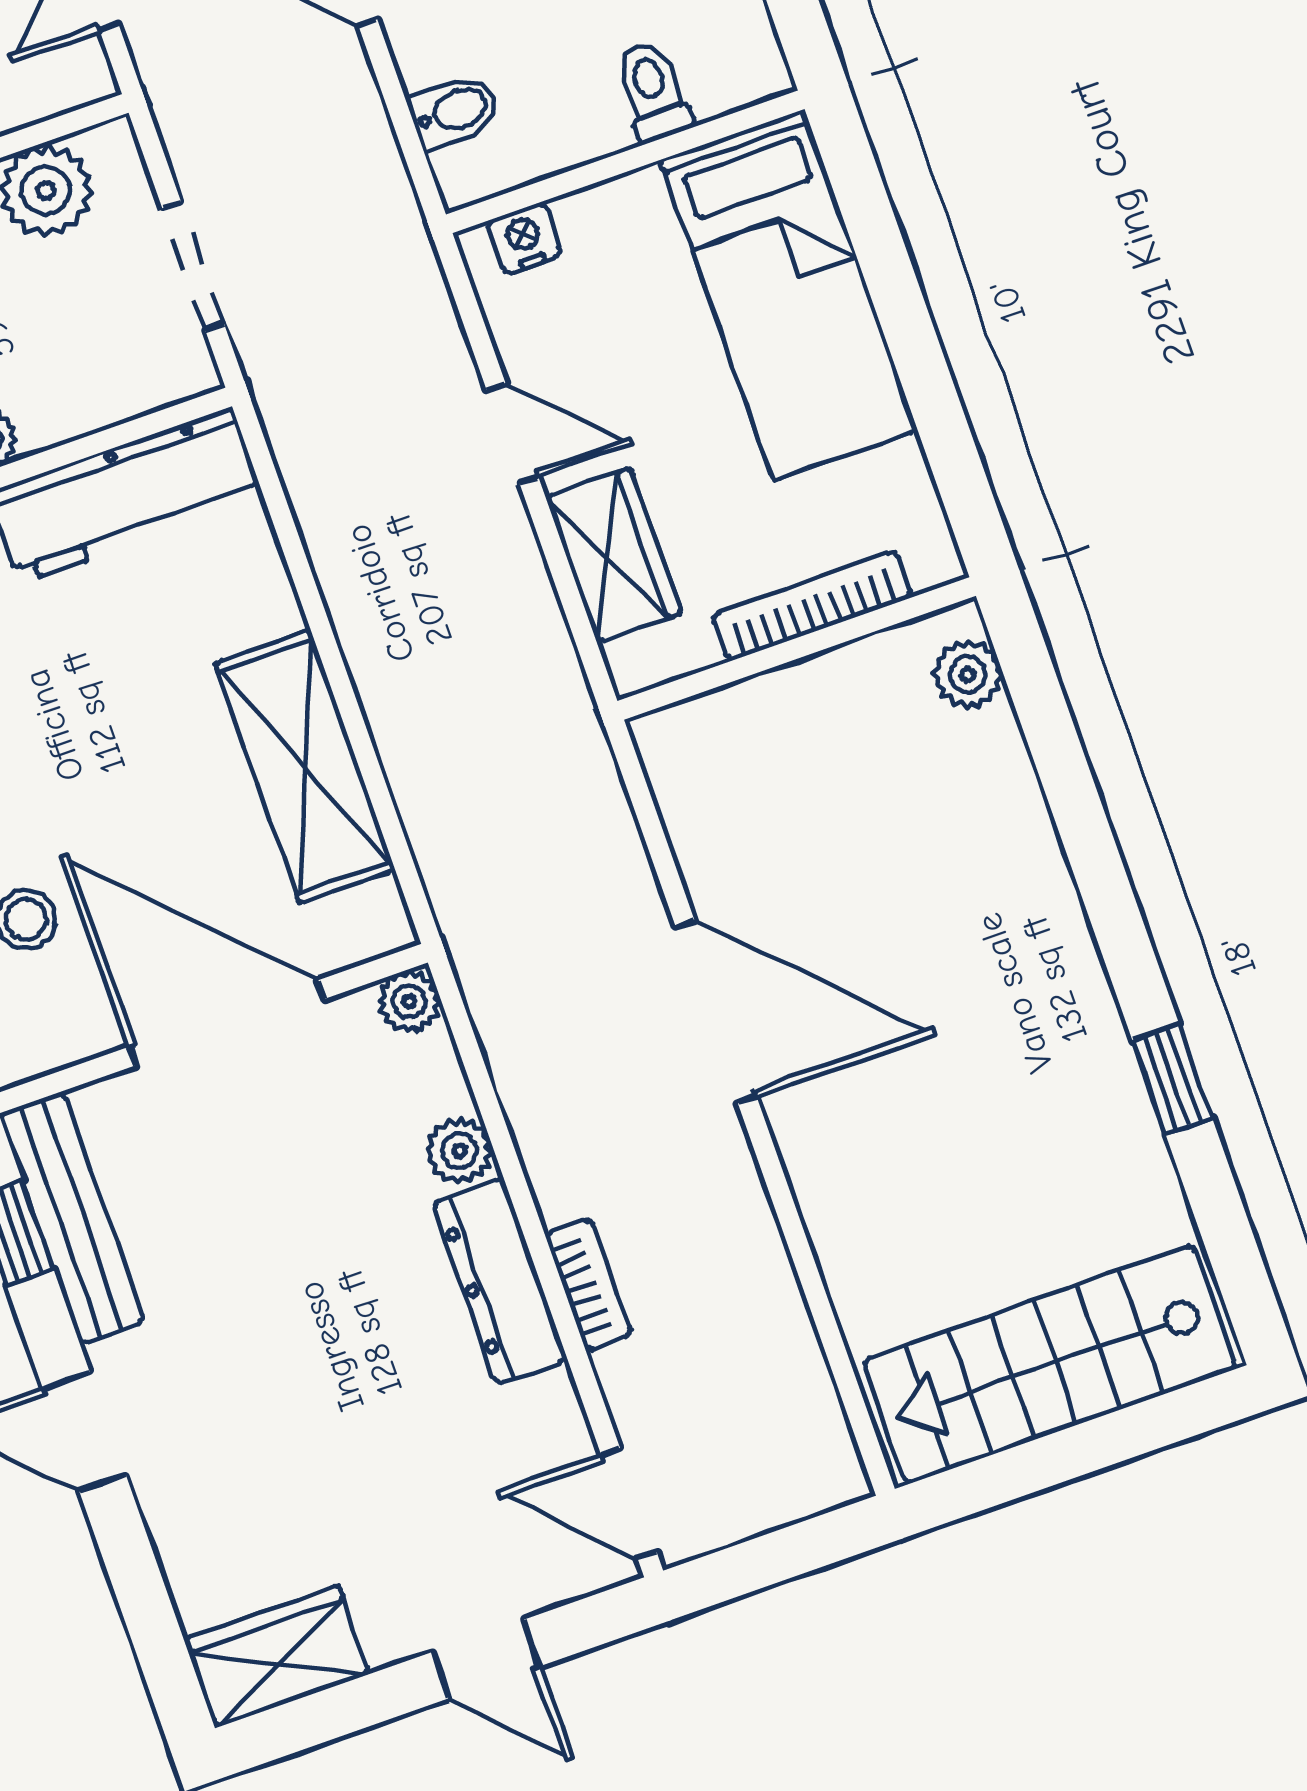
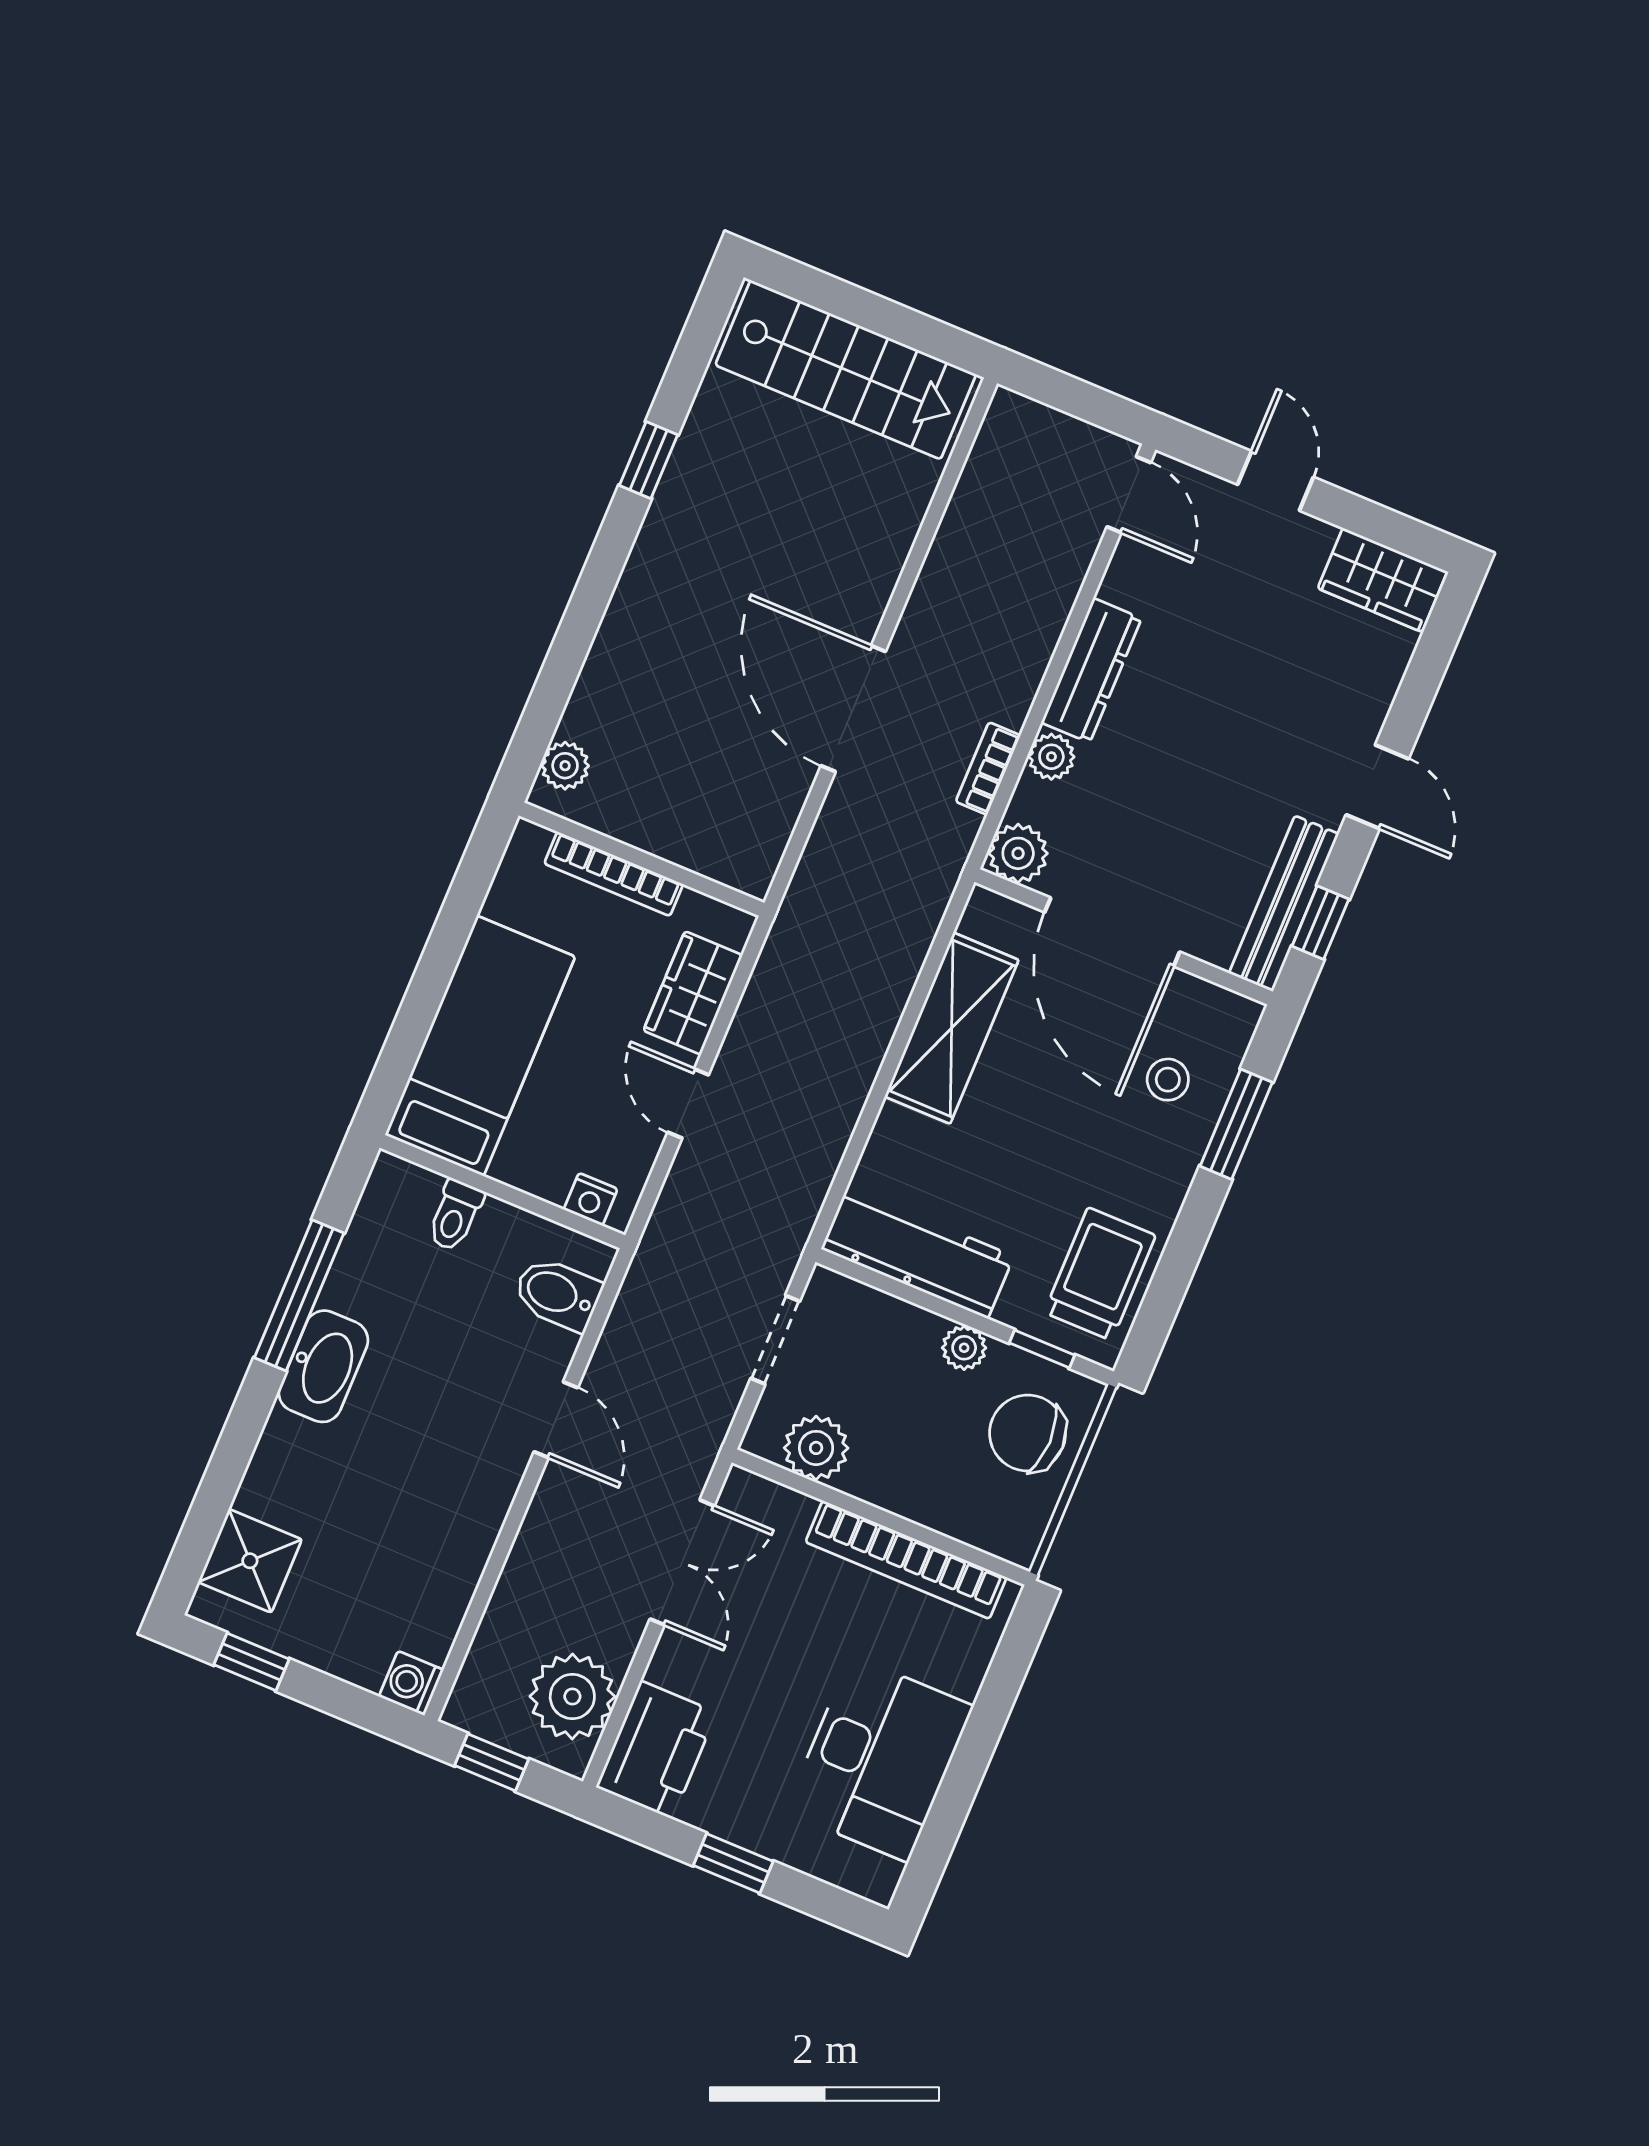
bidet: (454, 111) -> (557, 1294), width x1.38, depth x1.36
plant: (409, 1001) -> (1018, 853), width x1.38, depth x1.38
bookcase: (588, 1284) -> (988, 769), moved

